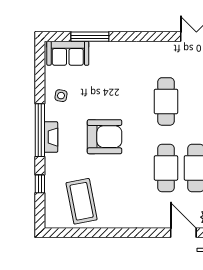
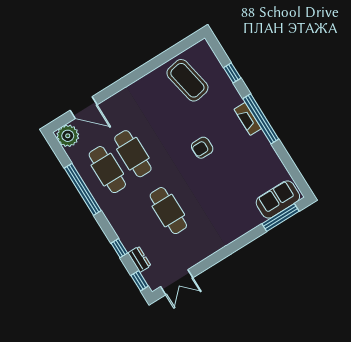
window: (90, 37) -> (281, 218), moved
side table: (61, 96) -> (261, 160), removed
armchair: (104, 137) -> (202, 148), width x0.53, depth x0.53

